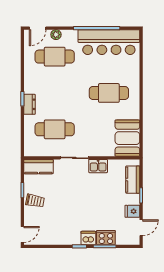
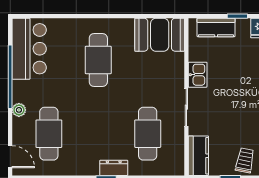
plant: (56, 35) -> (19, 110), moved
bar counter: (109, 42) -> (29, 49), width x0.73

